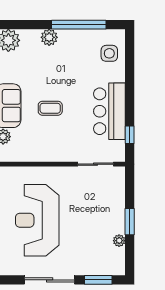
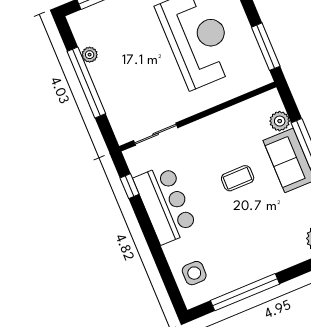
plant: (49, 37) -> (274, 262), removed
window: (130, 222) -> (86, 82), width x2.11

